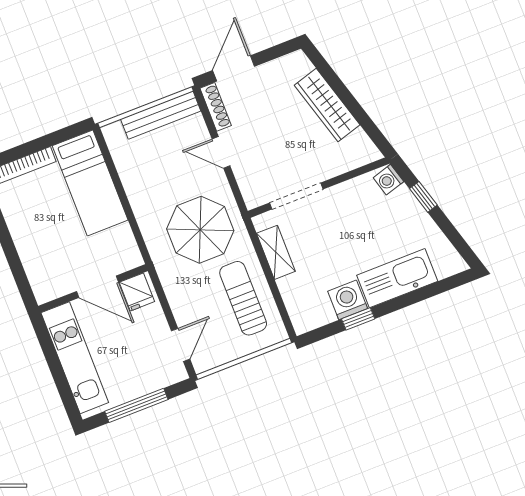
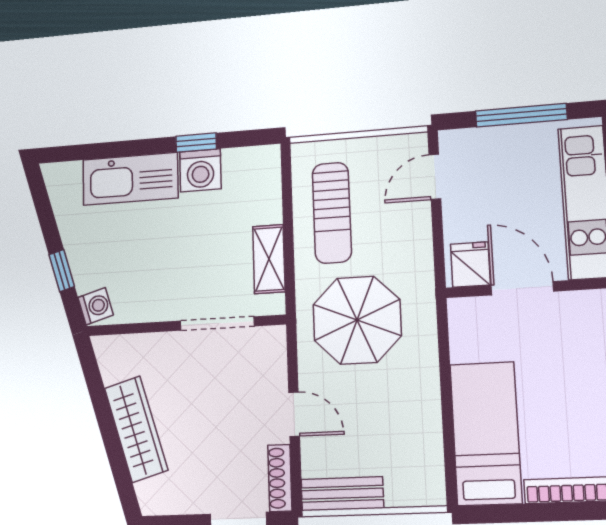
bench: (161, 115) -> (342, 494), width x0.73

